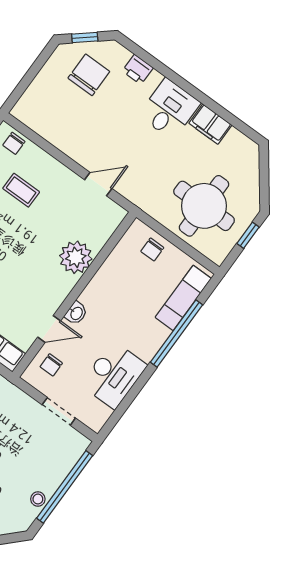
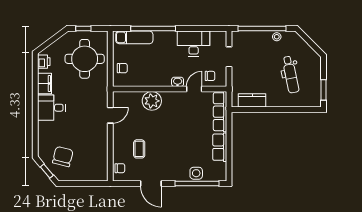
printer: (138, 69) -> (44, 62), moved
chair: (89, 75) -> (63, 157), turned 104
door: (98, 184) -> (110, 115), swing flipped
door: (49, 329) -> (194, 89), hinge flipped

